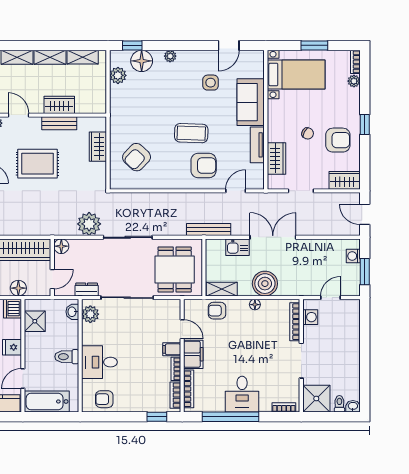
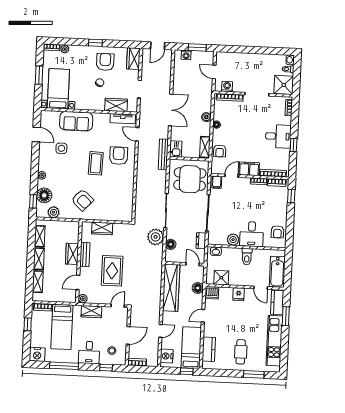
tv unit: (257, 145) -> (123, 119), moved
armchair: (137, 157) -> (82, 200), moved
double door: (273, 237) -> (171, 110), swing flipped
floor lamp: (61, 246) -> (171, 244), moved
kitchen sink: (237, 247) -> (176, 149), moved
boiler: (265, 284) -> (206, 117), width x0.54, depth x0.54
plant: (90, 314) -> (233, 240), moved
filing cabinet: (172, 349) -> (217, 182), moved
window: (230, 417) -> (294, 145), width x0.32

